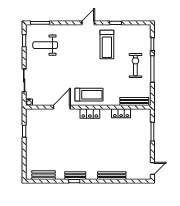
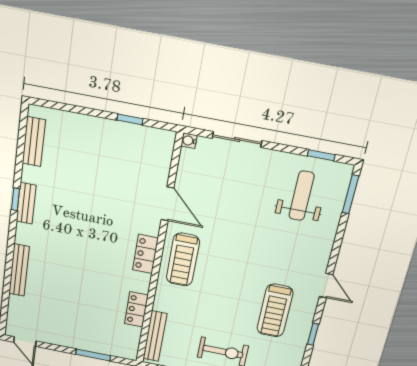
treadmill: (107, 44) -> (275, 311), turned -90

